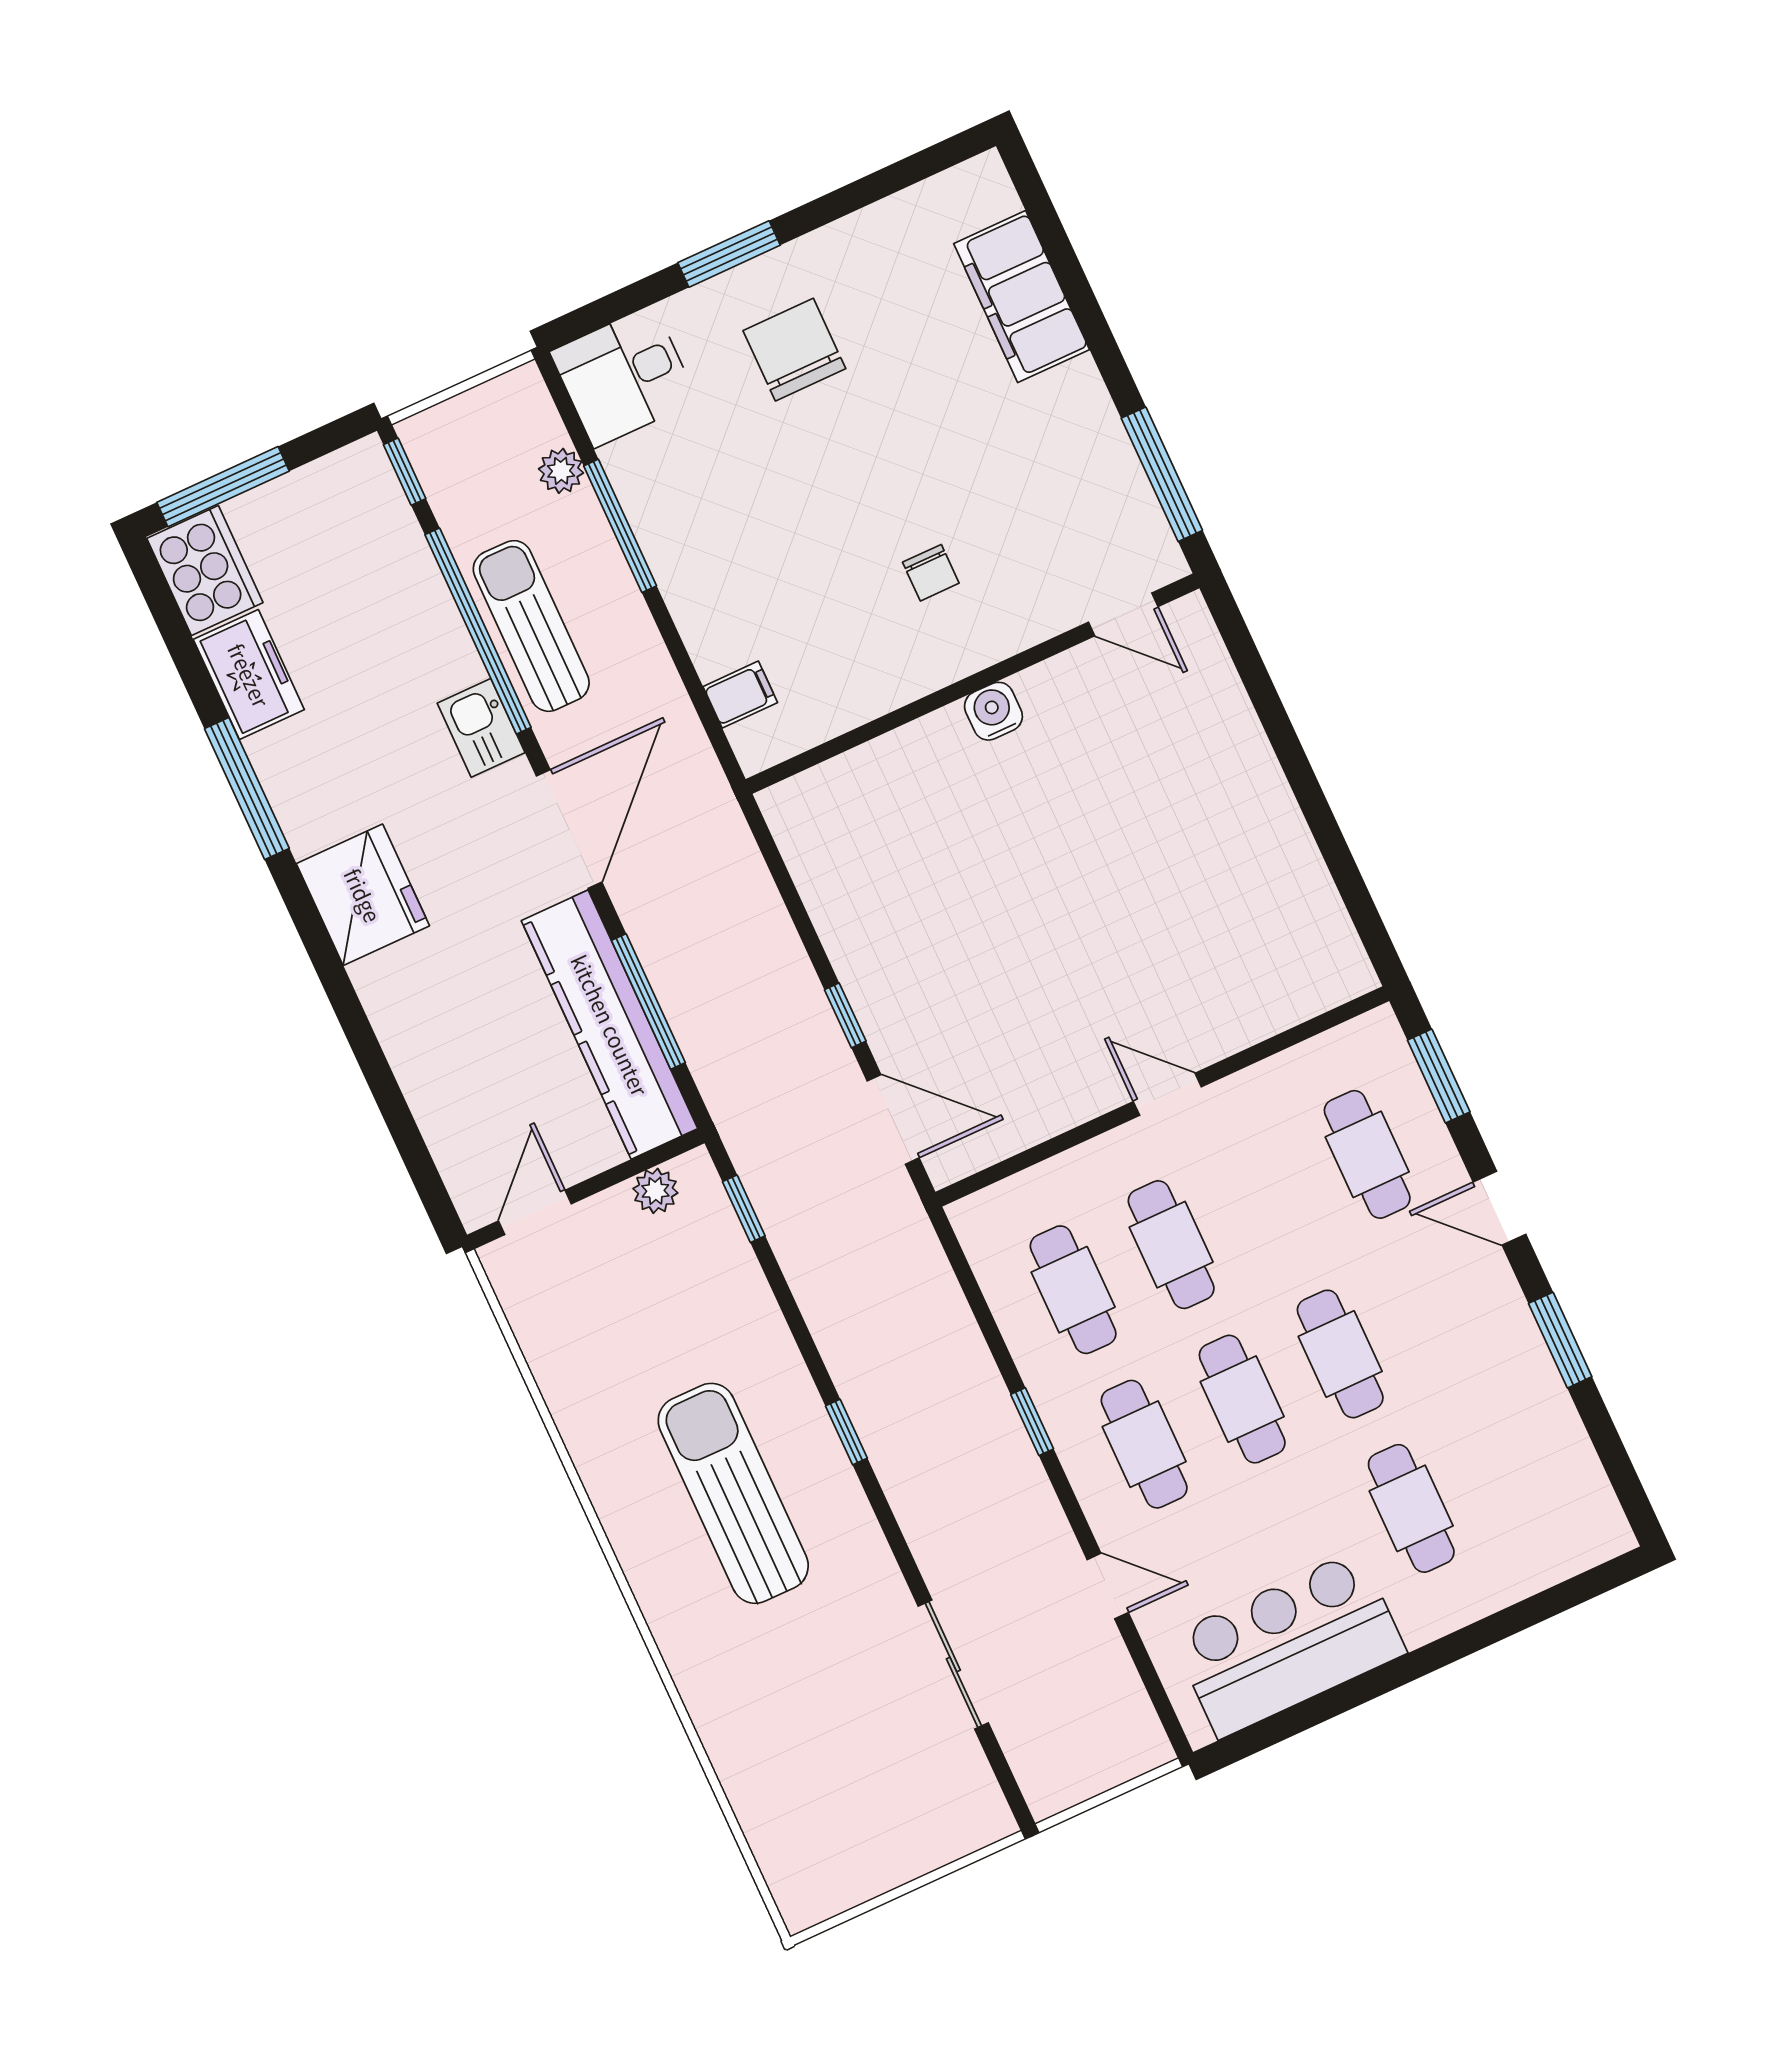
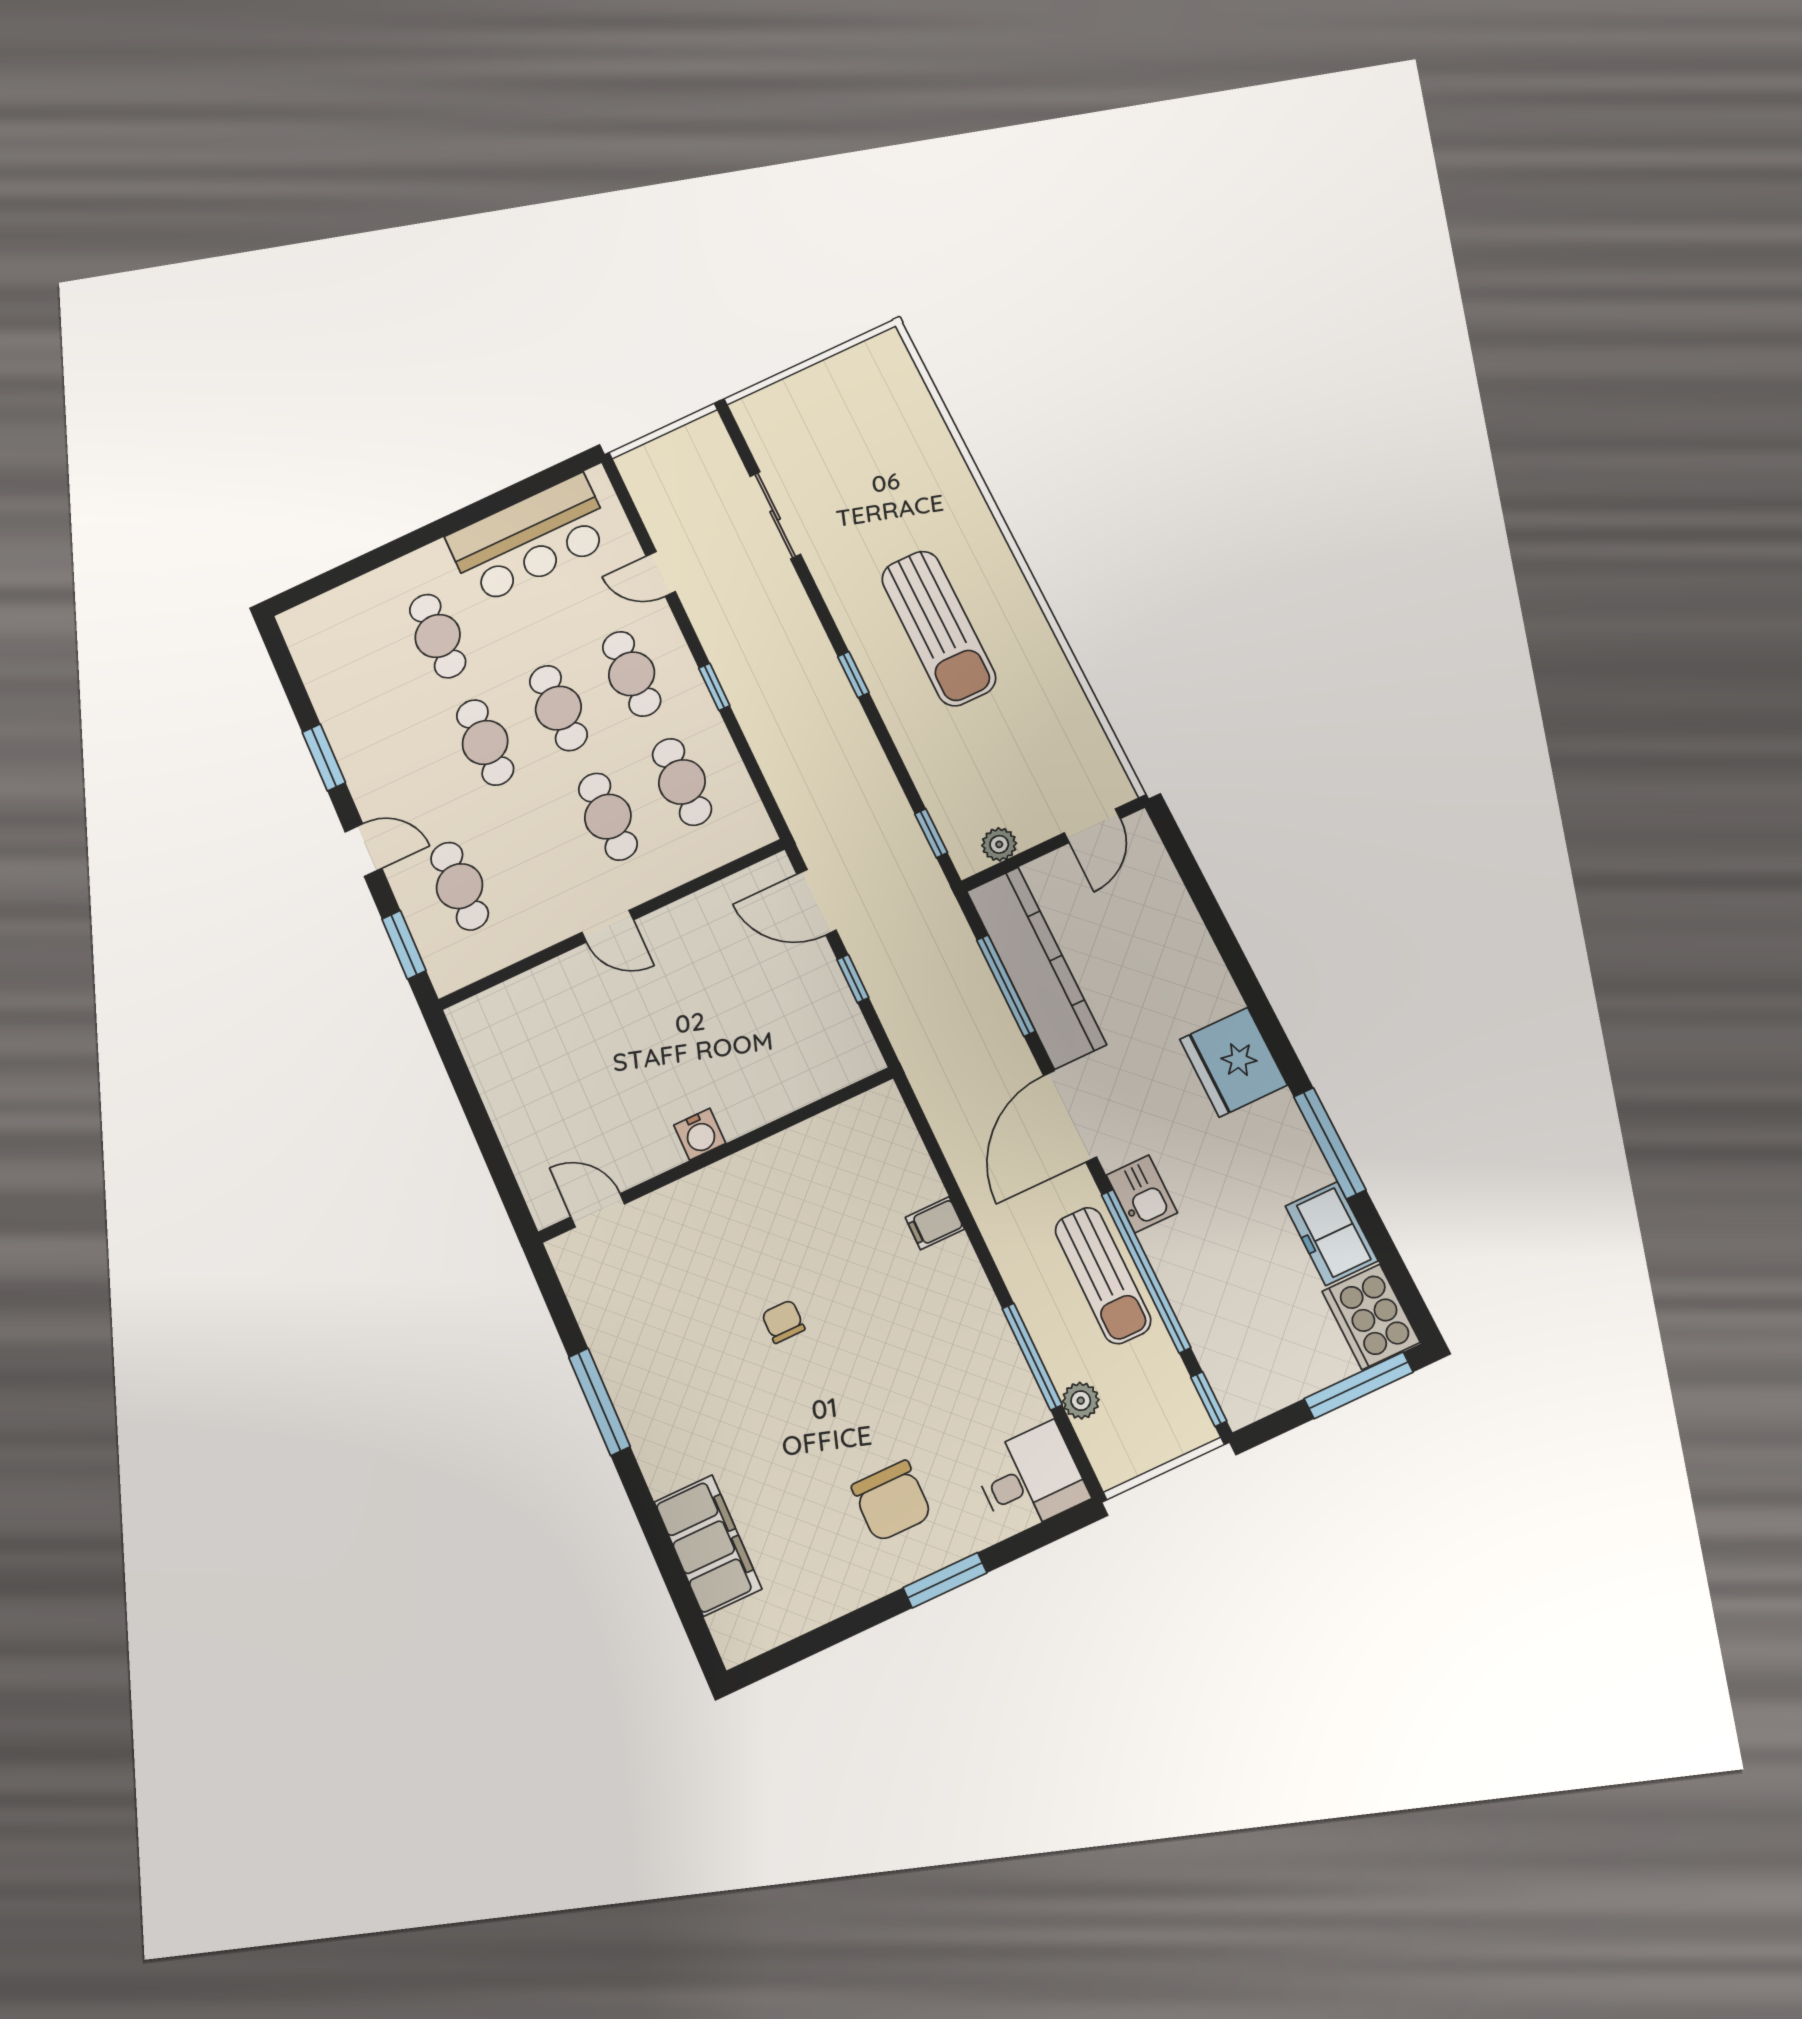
door: (1123, 614) -> (598, 1210), moved
wall: (973, 684) -> (716, 1155), moved
water cooler: (993, 711) -> (700, 1134), moved

